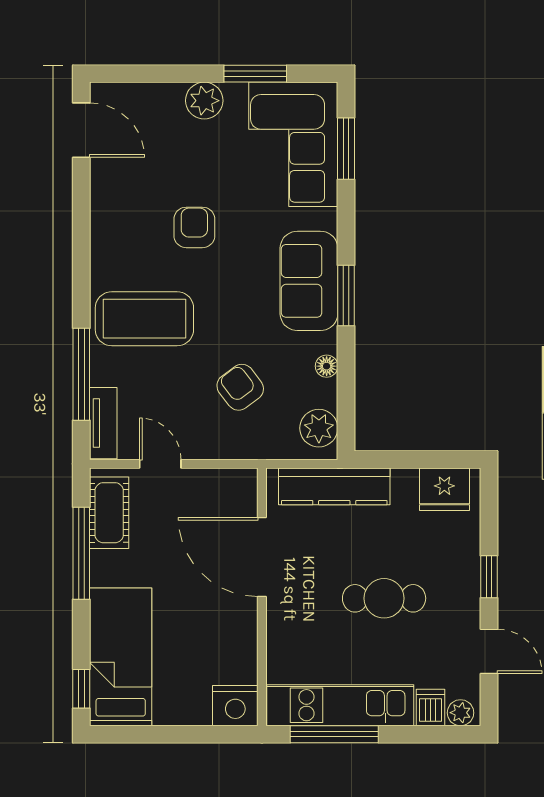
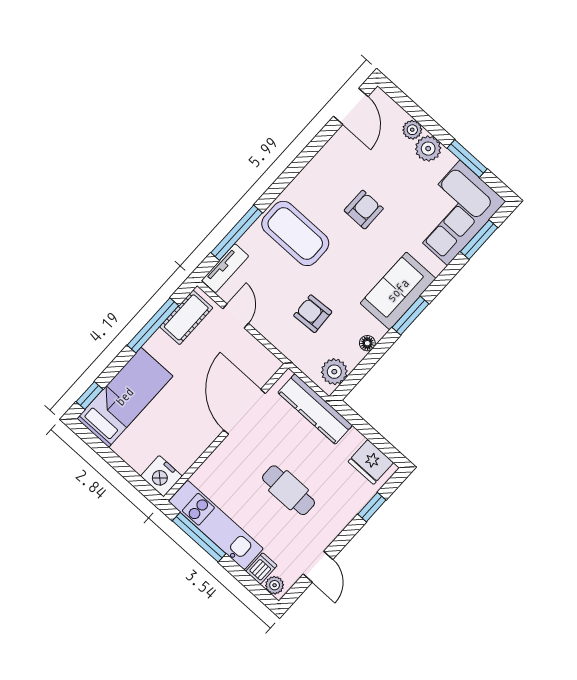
plant: (169, 96) -> (412, 130), added
armchair: (240, 387) -> (313, 314), turned -56
window: (489, 577) -> (372, 507), moved

